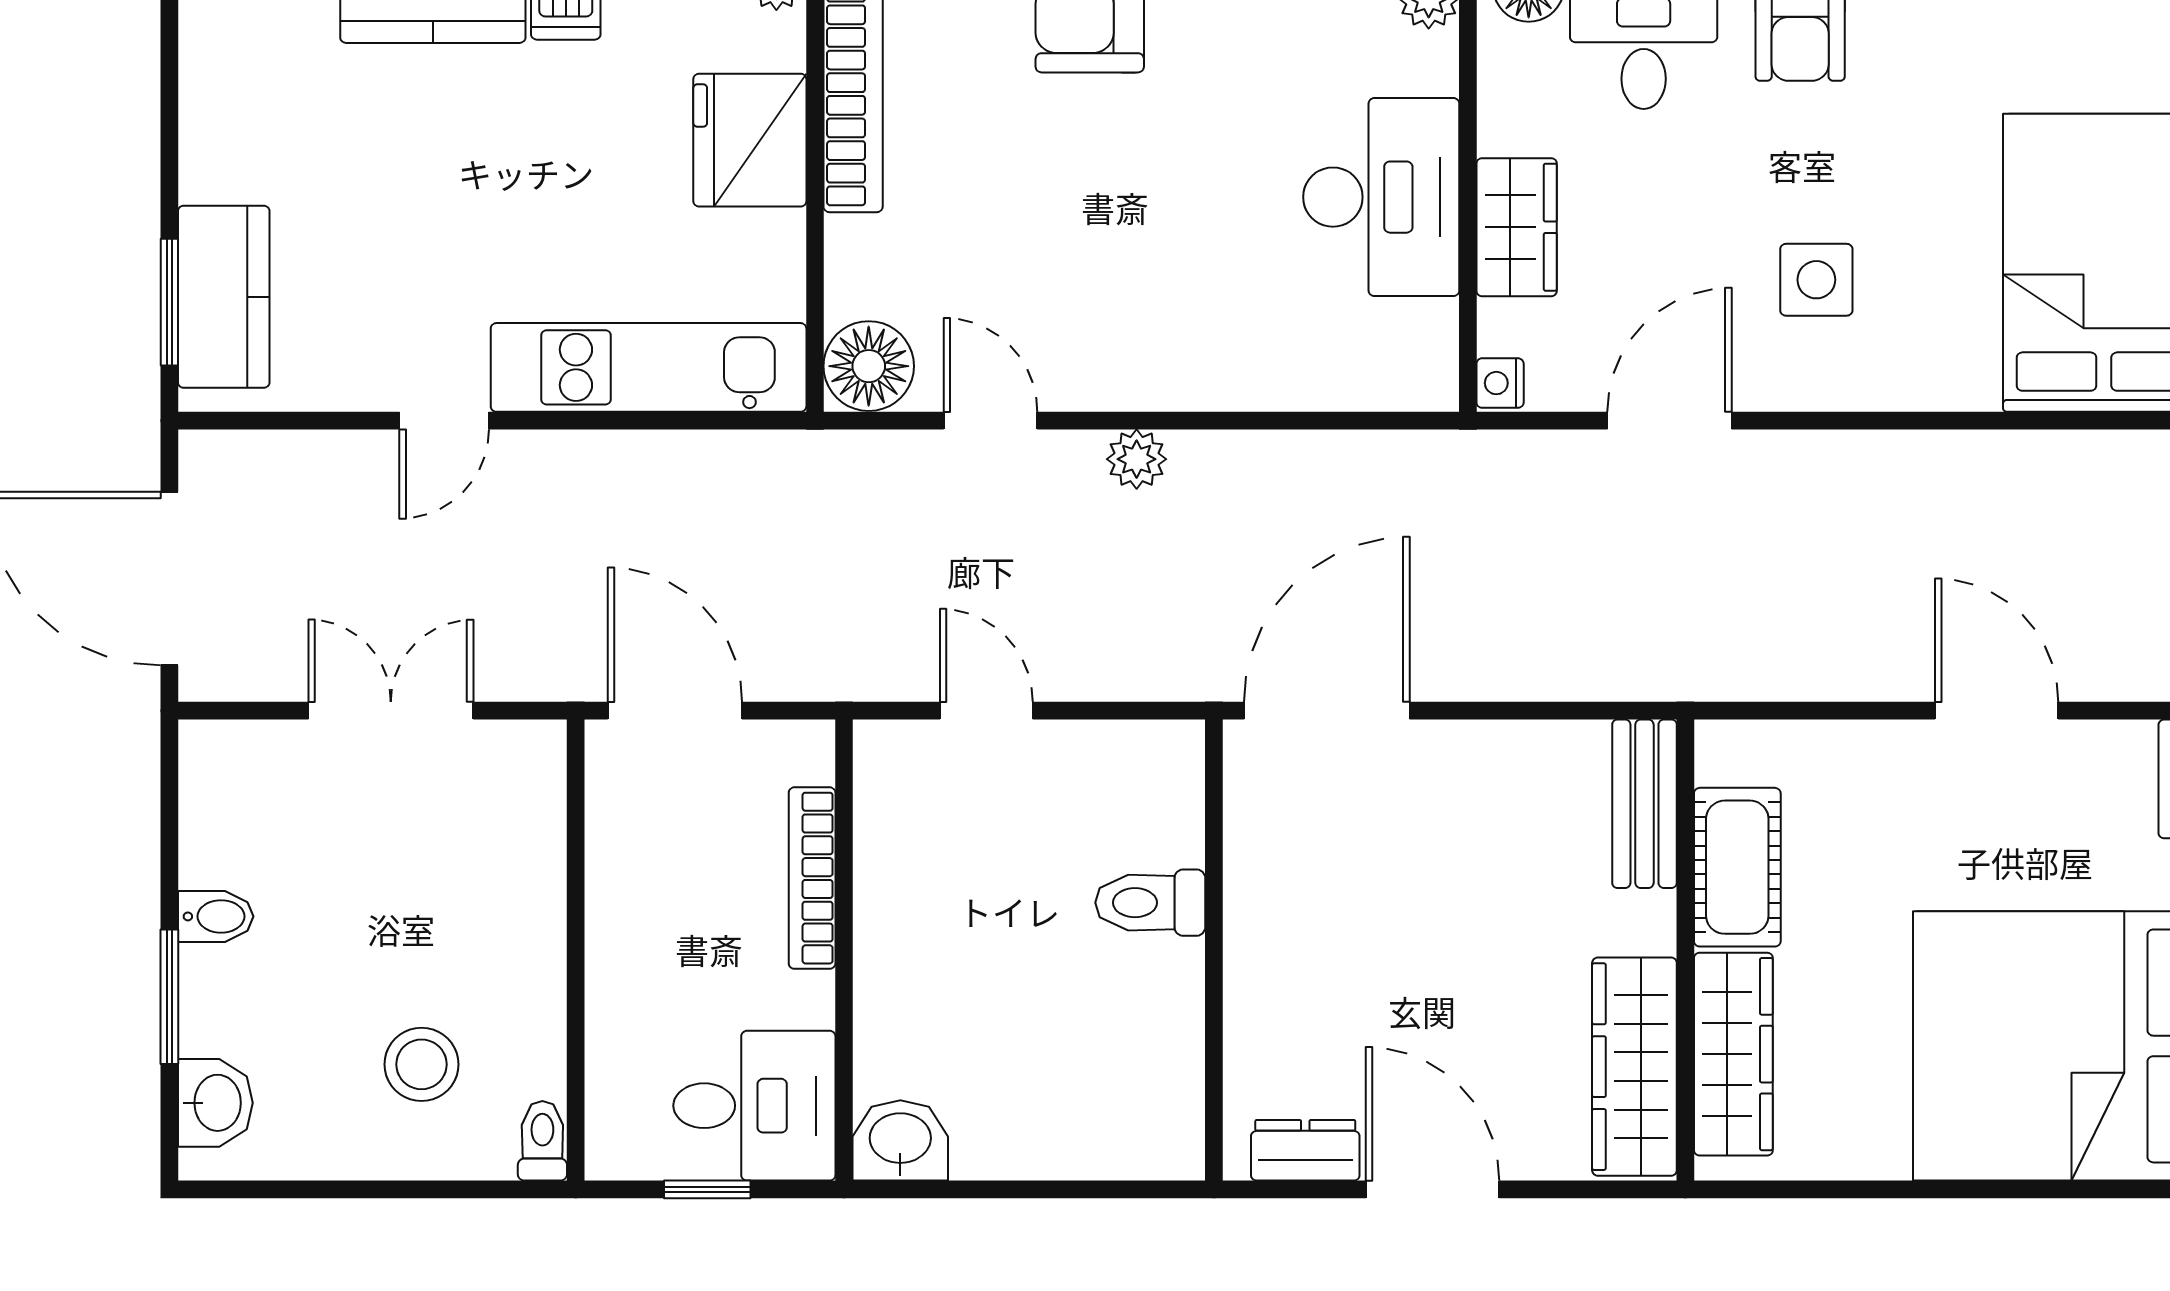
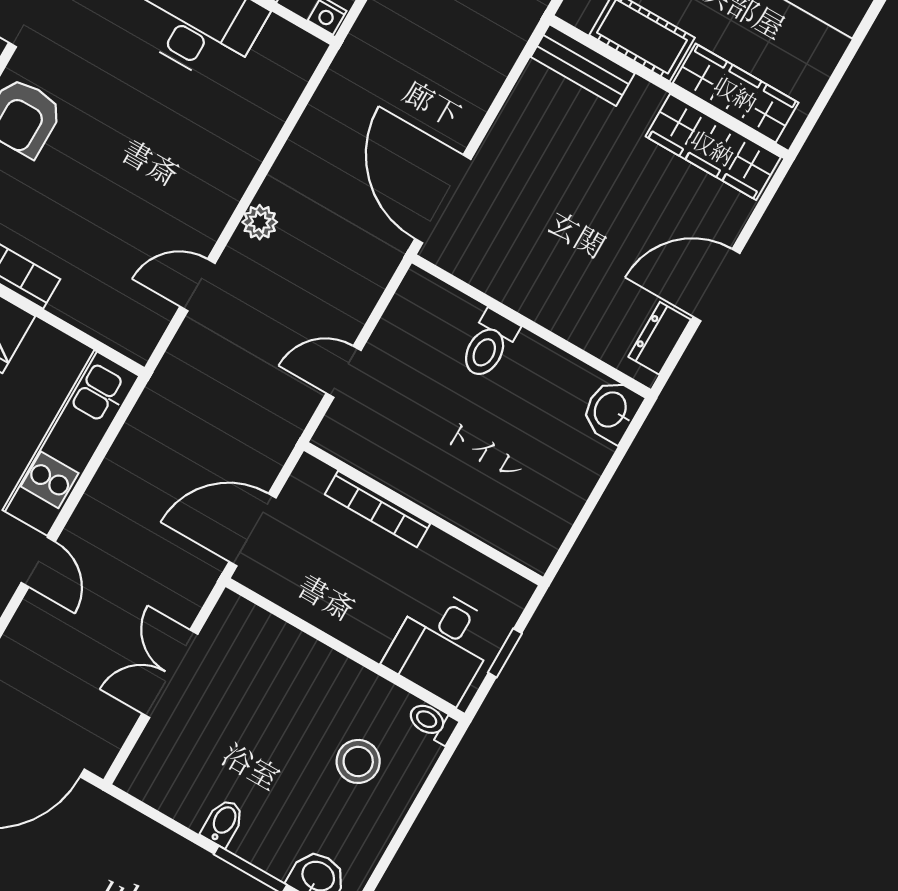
floor lamp: (869, 366) -> (134, 331), removed
desk: (754, 1106) -> (442, 645), moved, turned 180
washbasin: (900, 1140) -> (611, 410), moved

